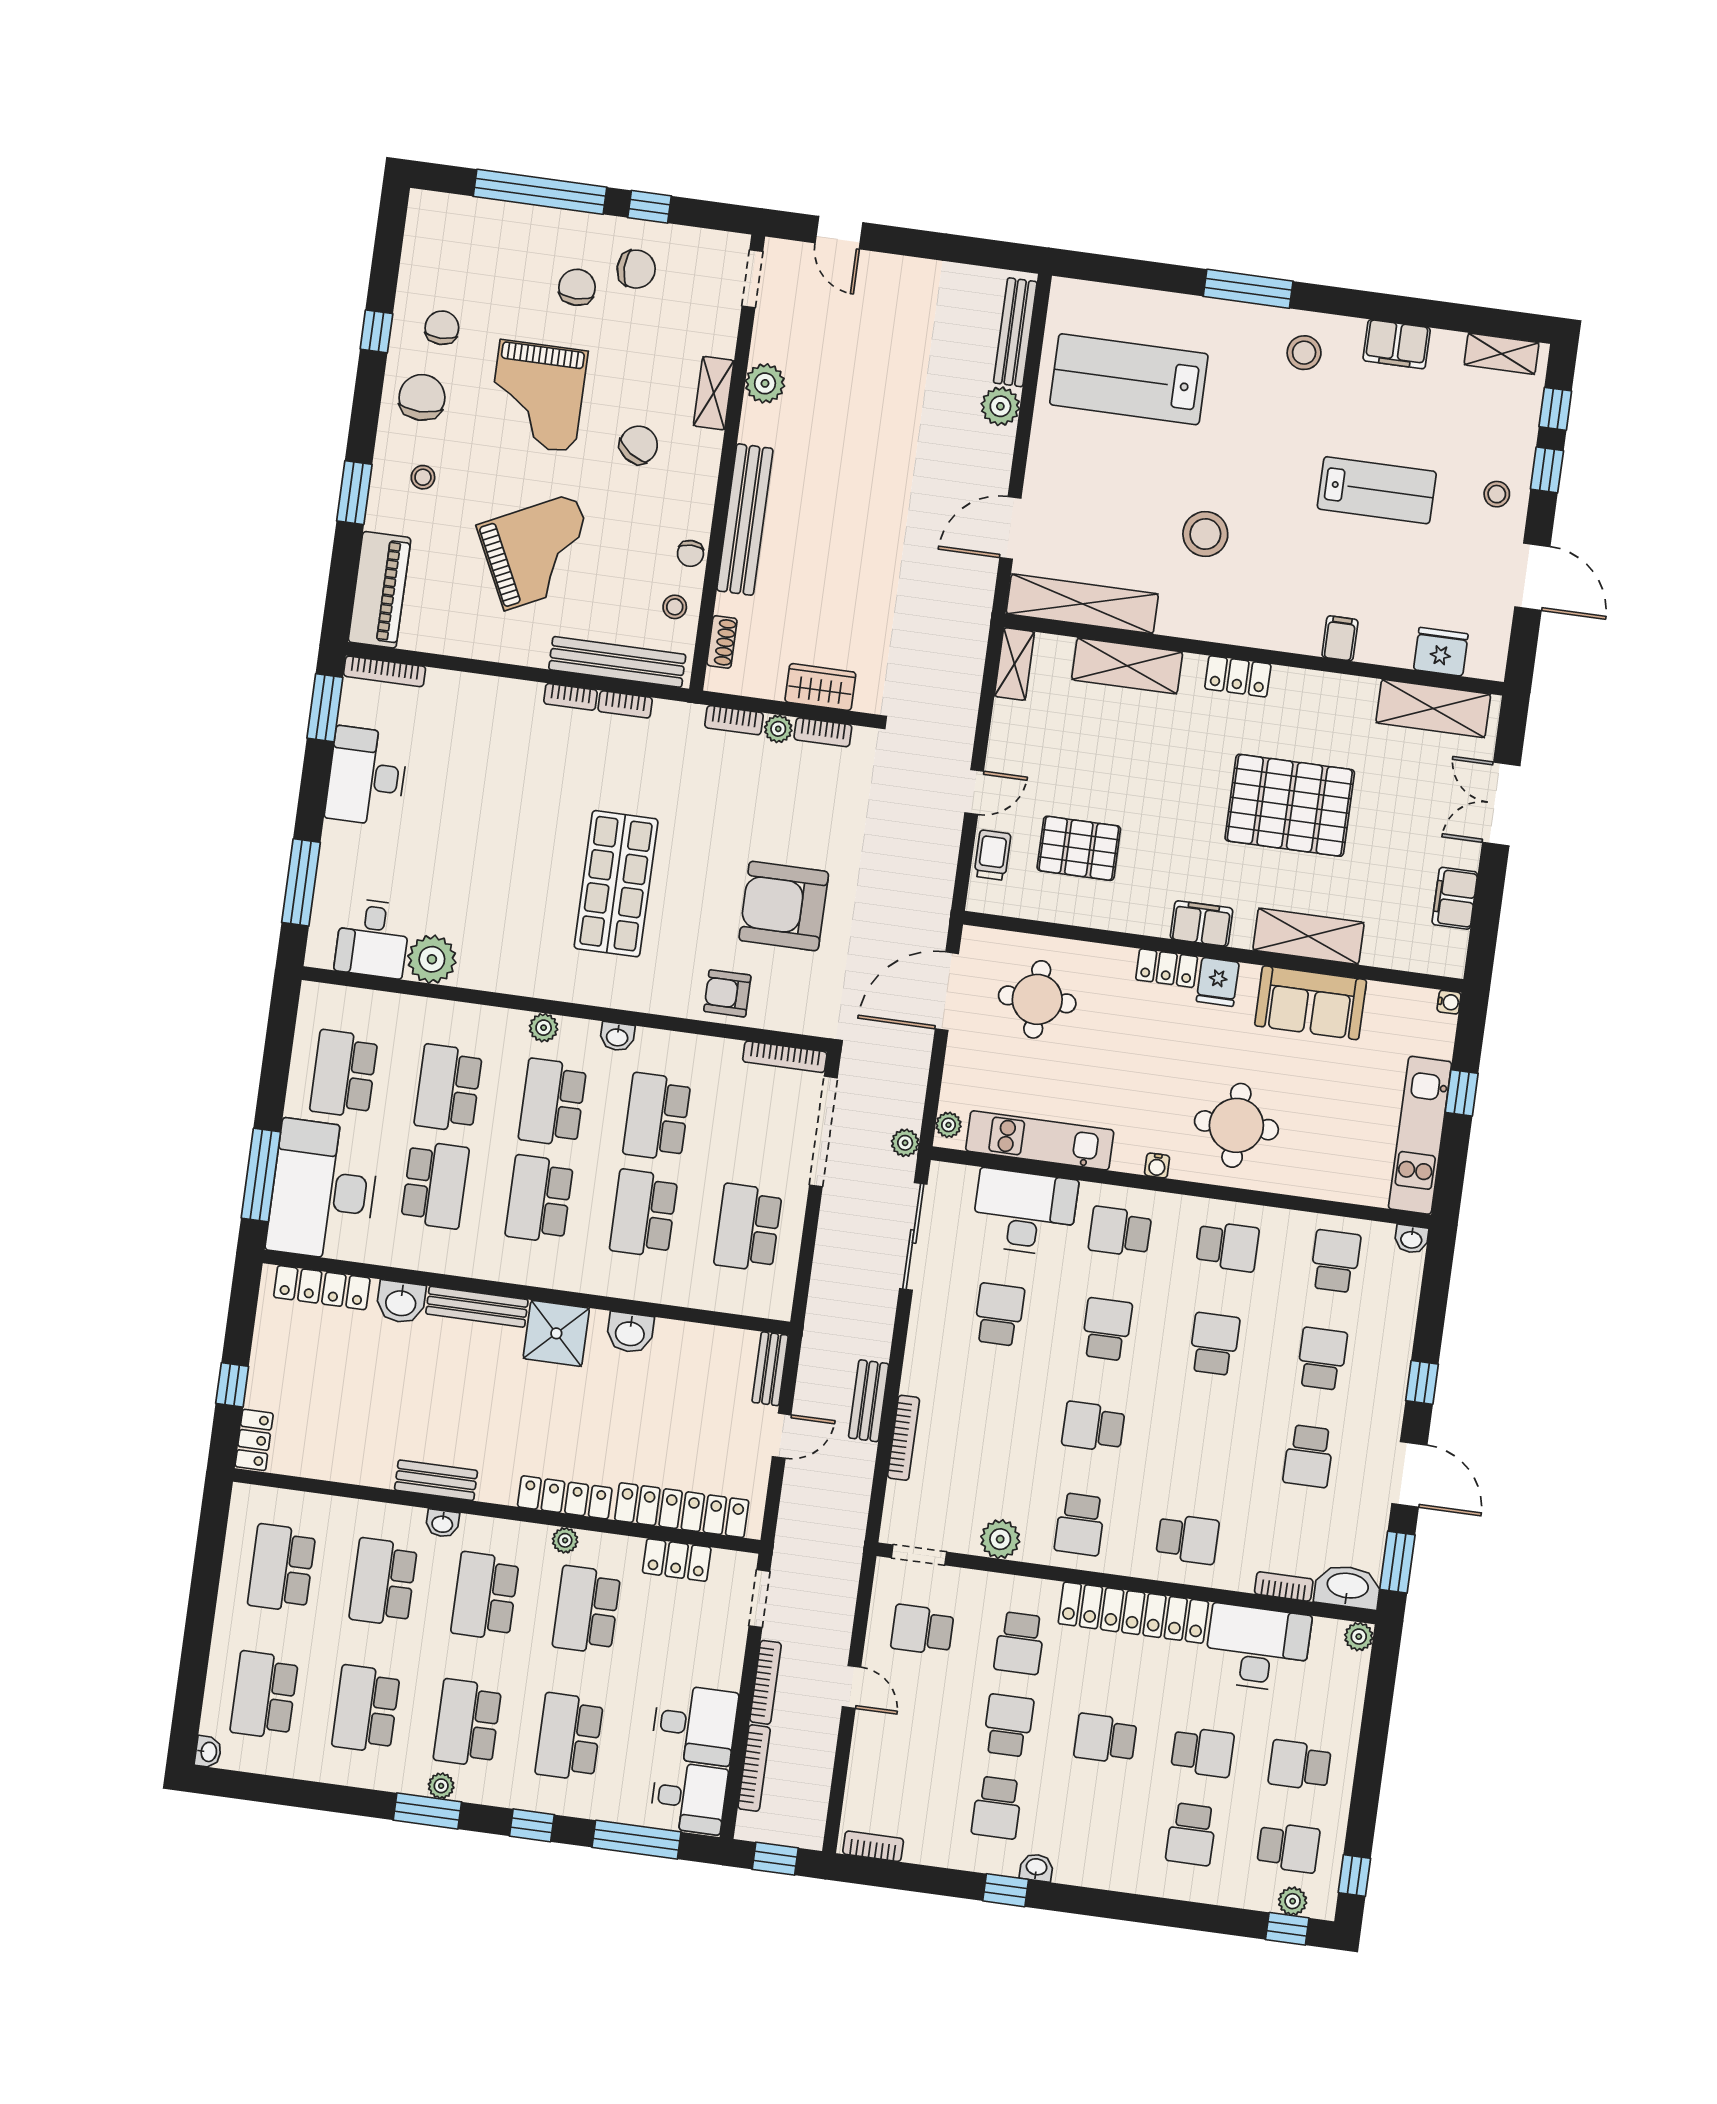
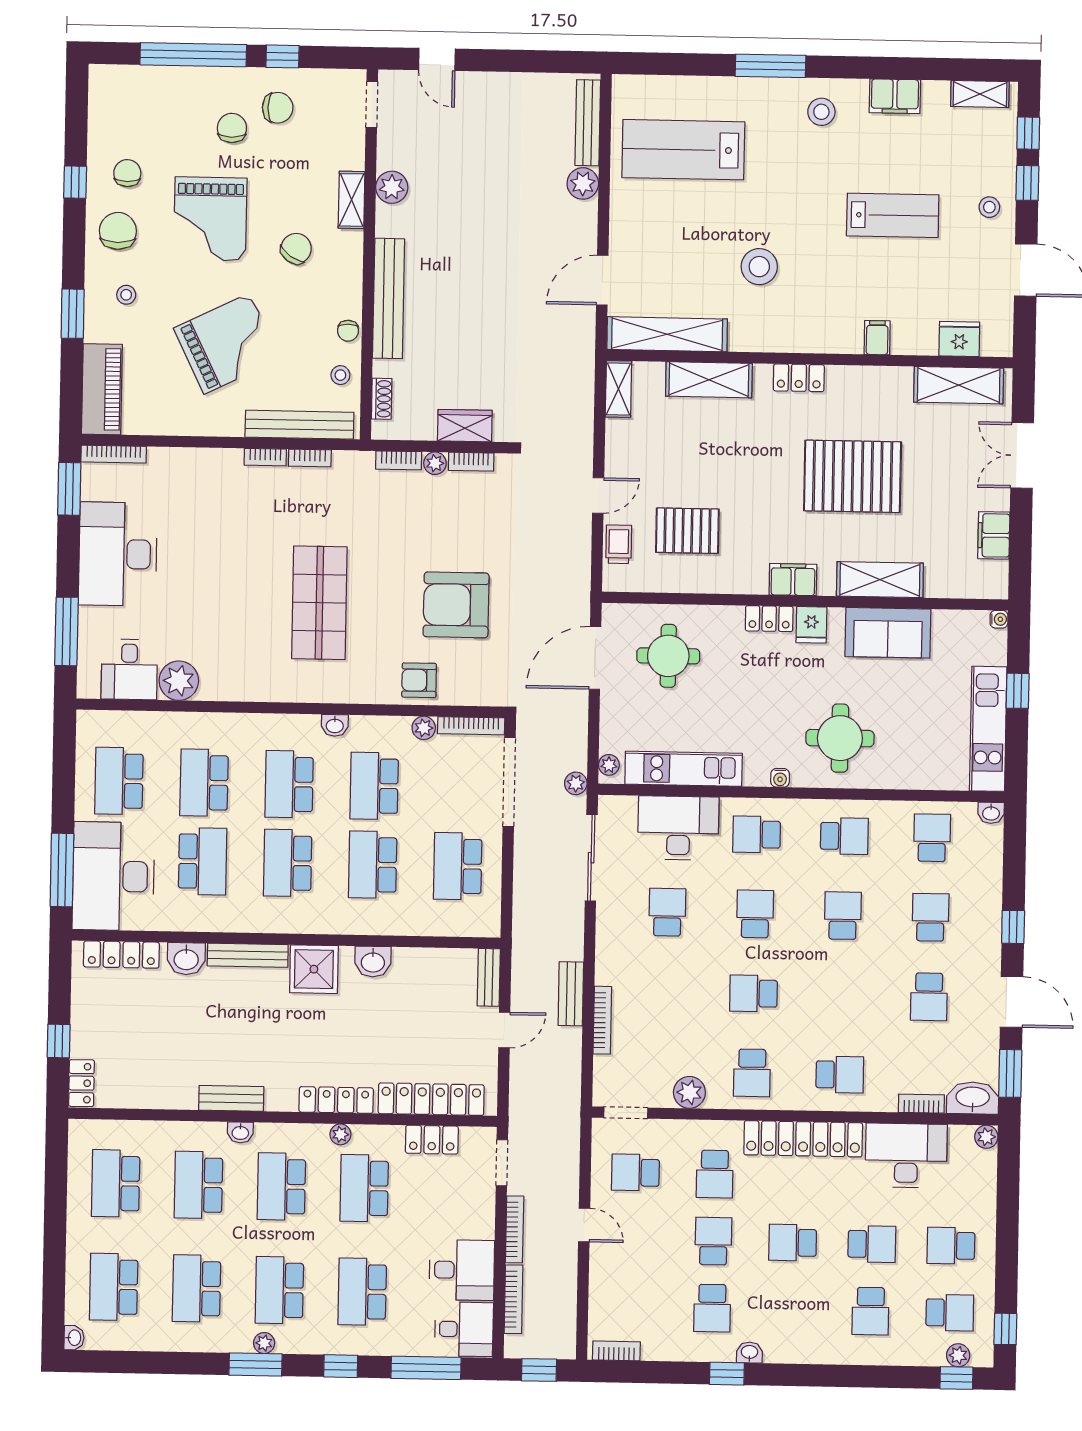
desk: (367, 776) -> (118, 554), width x1.36, depth x1.30
plant: (544, 1028) -> (424, 728), moved

